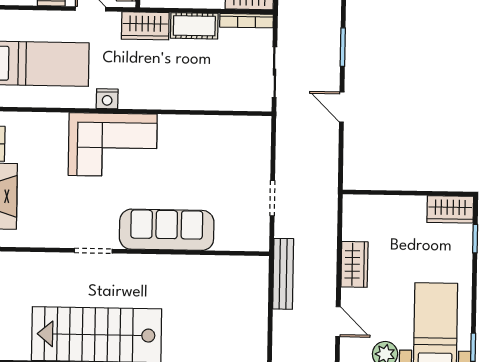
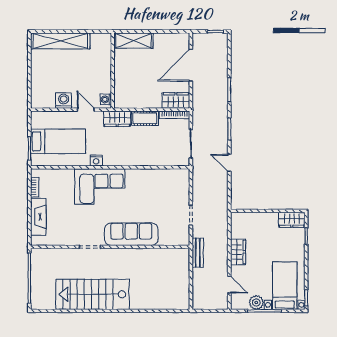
bench: (283, 274) -> (198, 253), width x0.73

